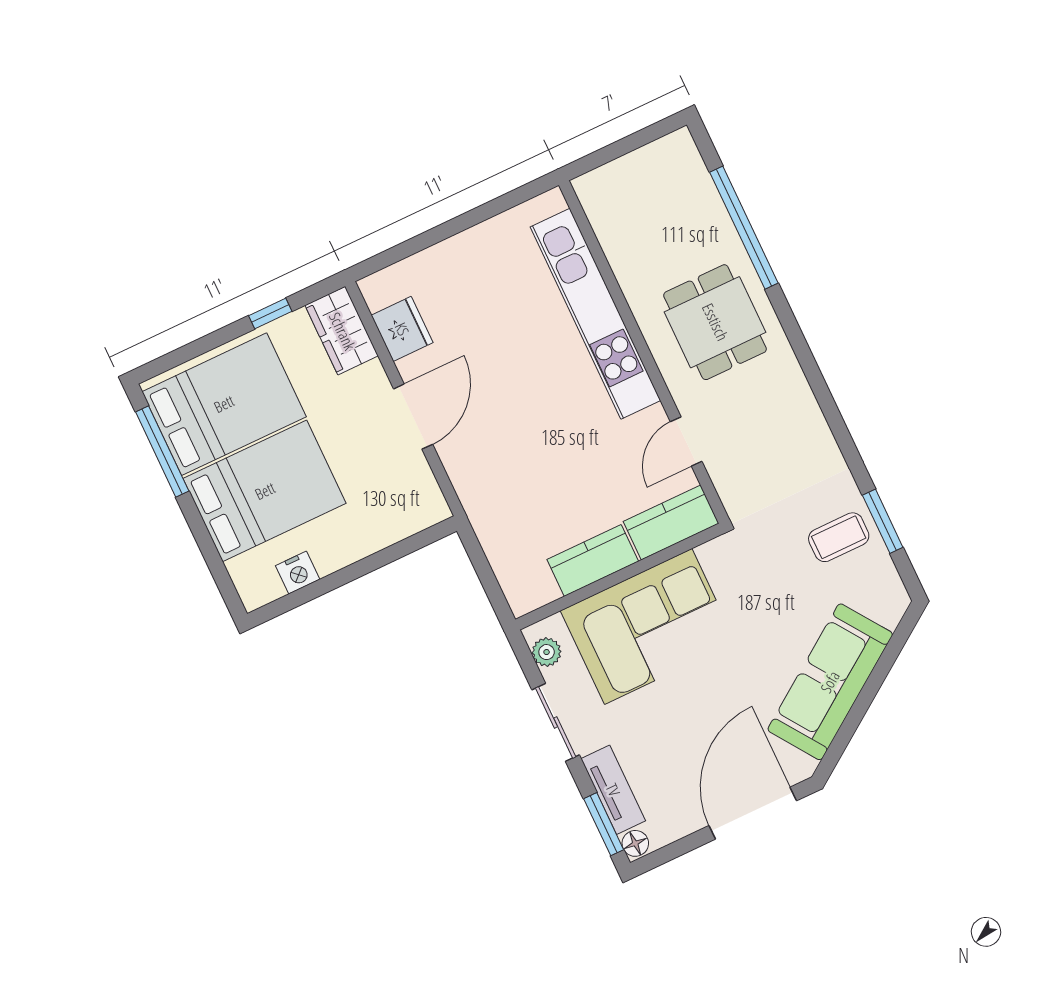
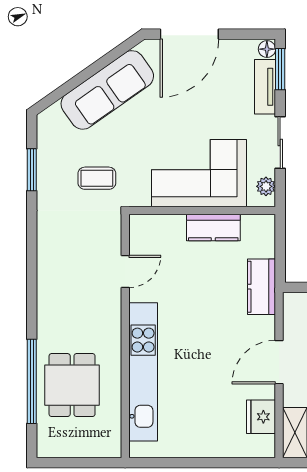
dining table: (715, 322) -> (72, 385), moved
kitchen counter: (671, 522) -> (262, 287), moved, turned 90
coffee table: (839, 537) -> (97, 178), moved

